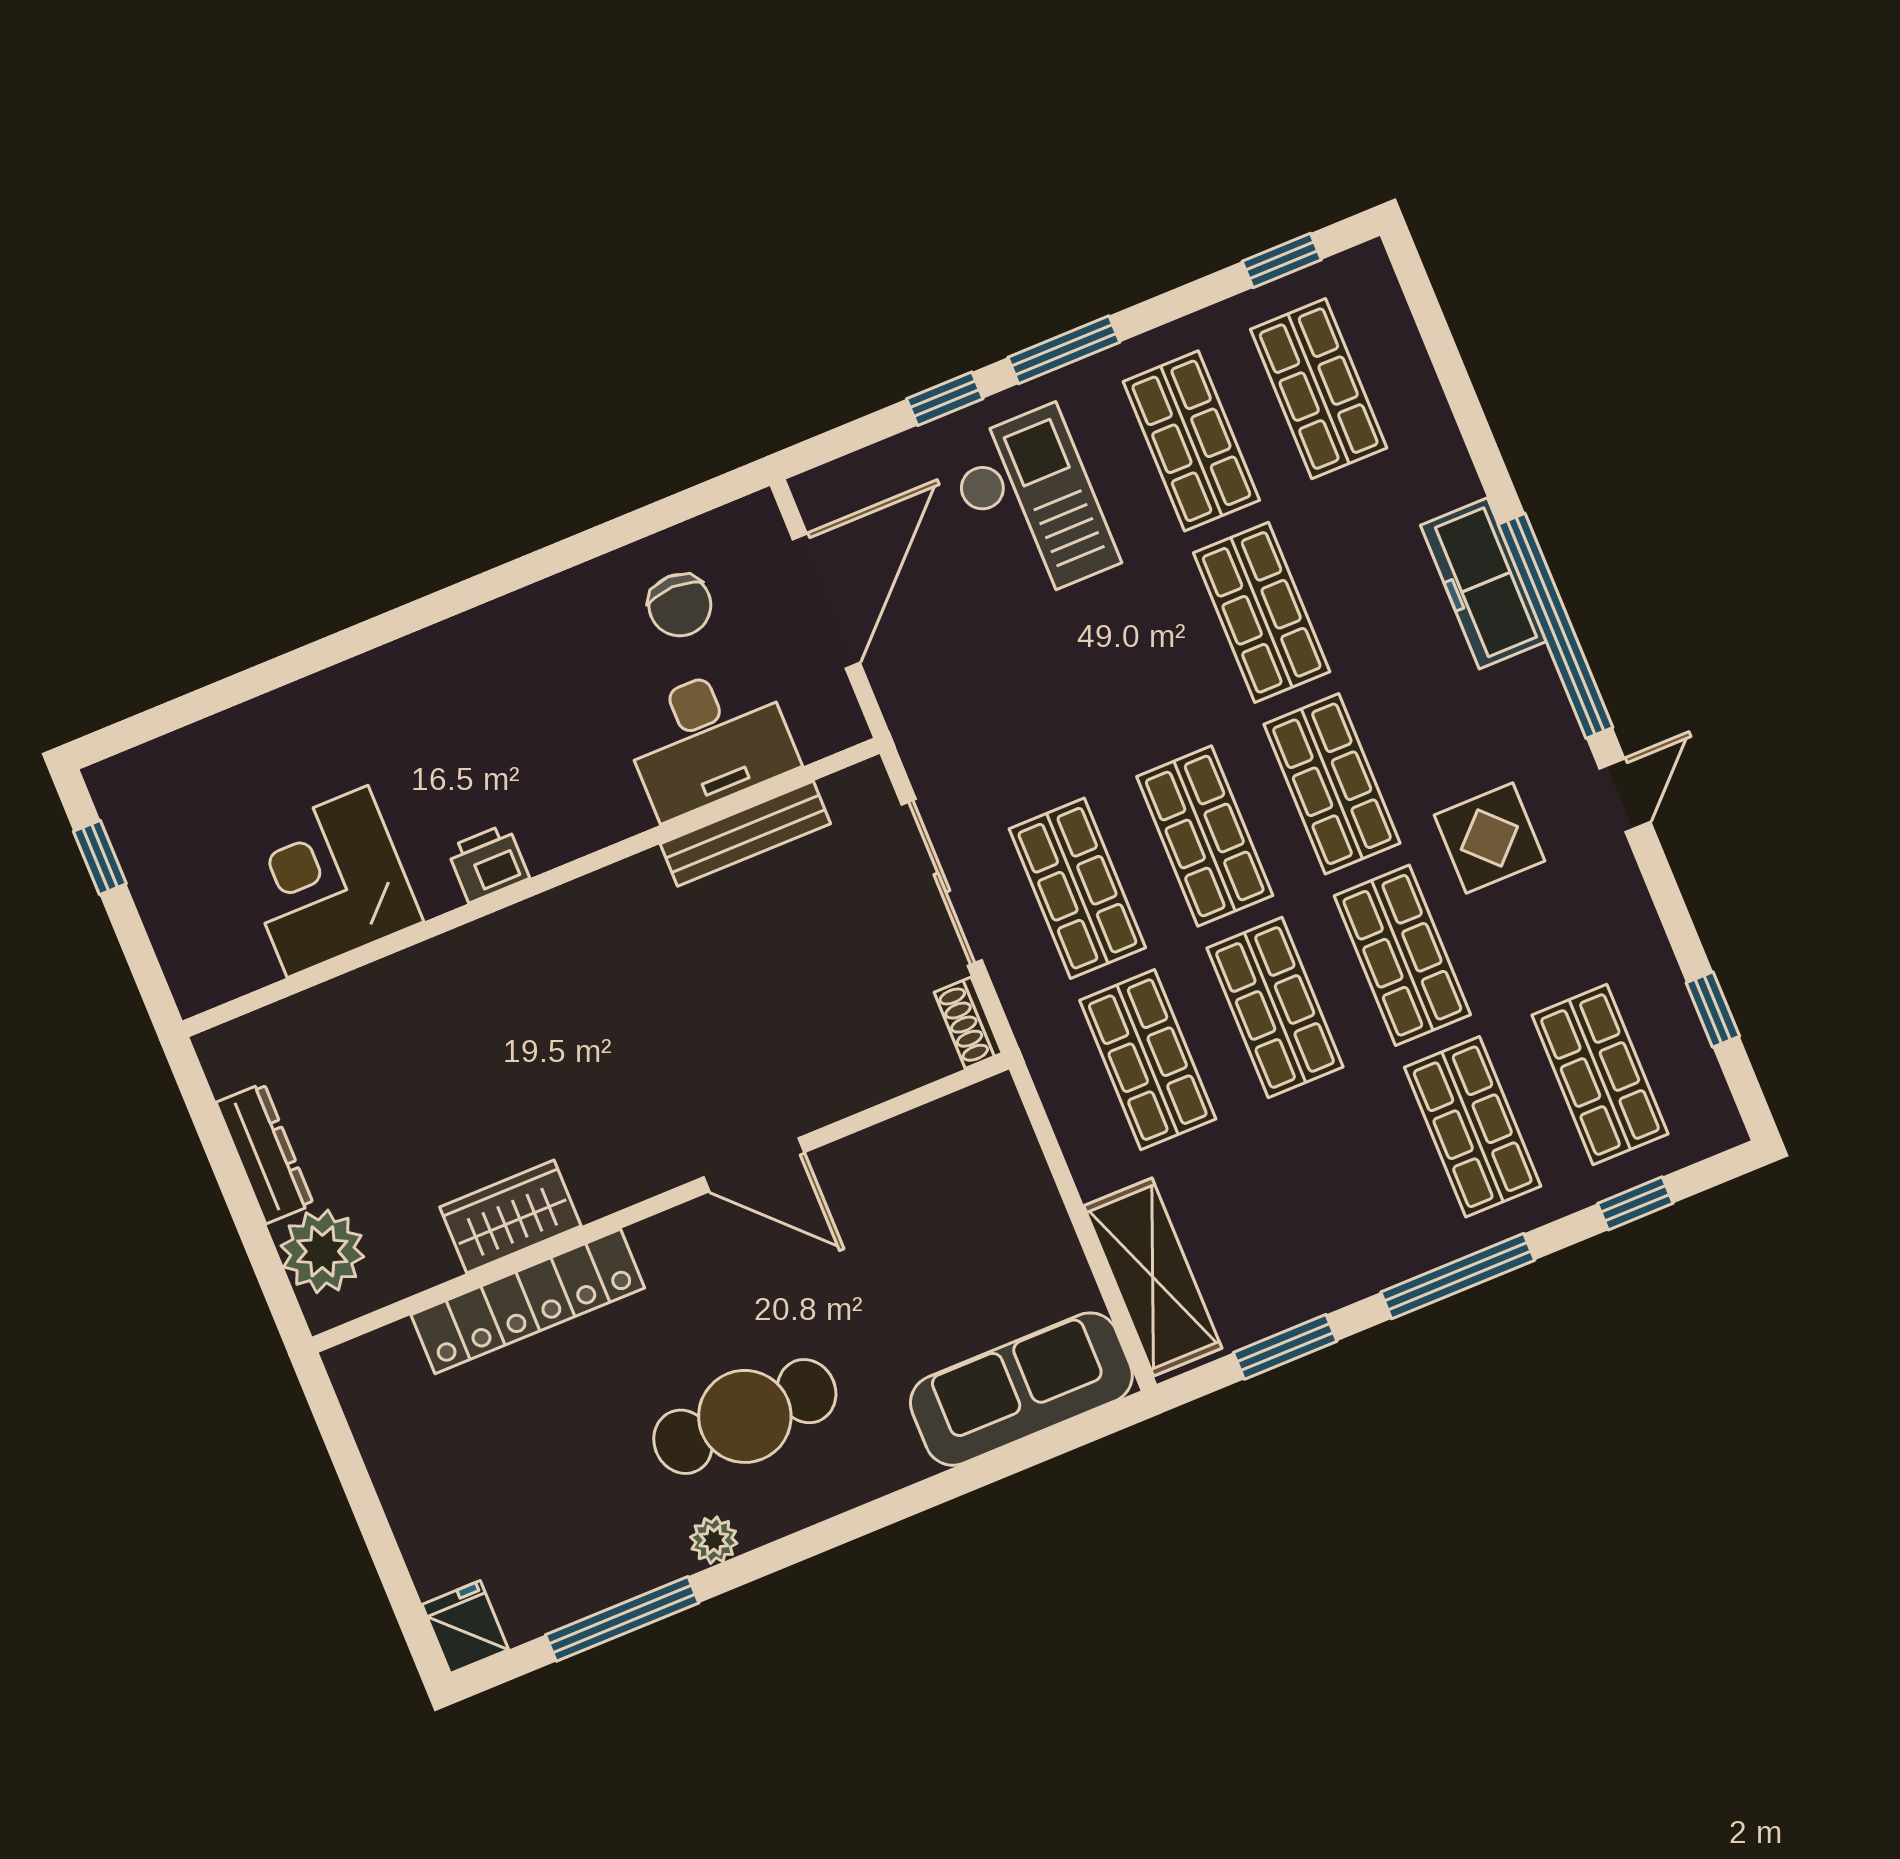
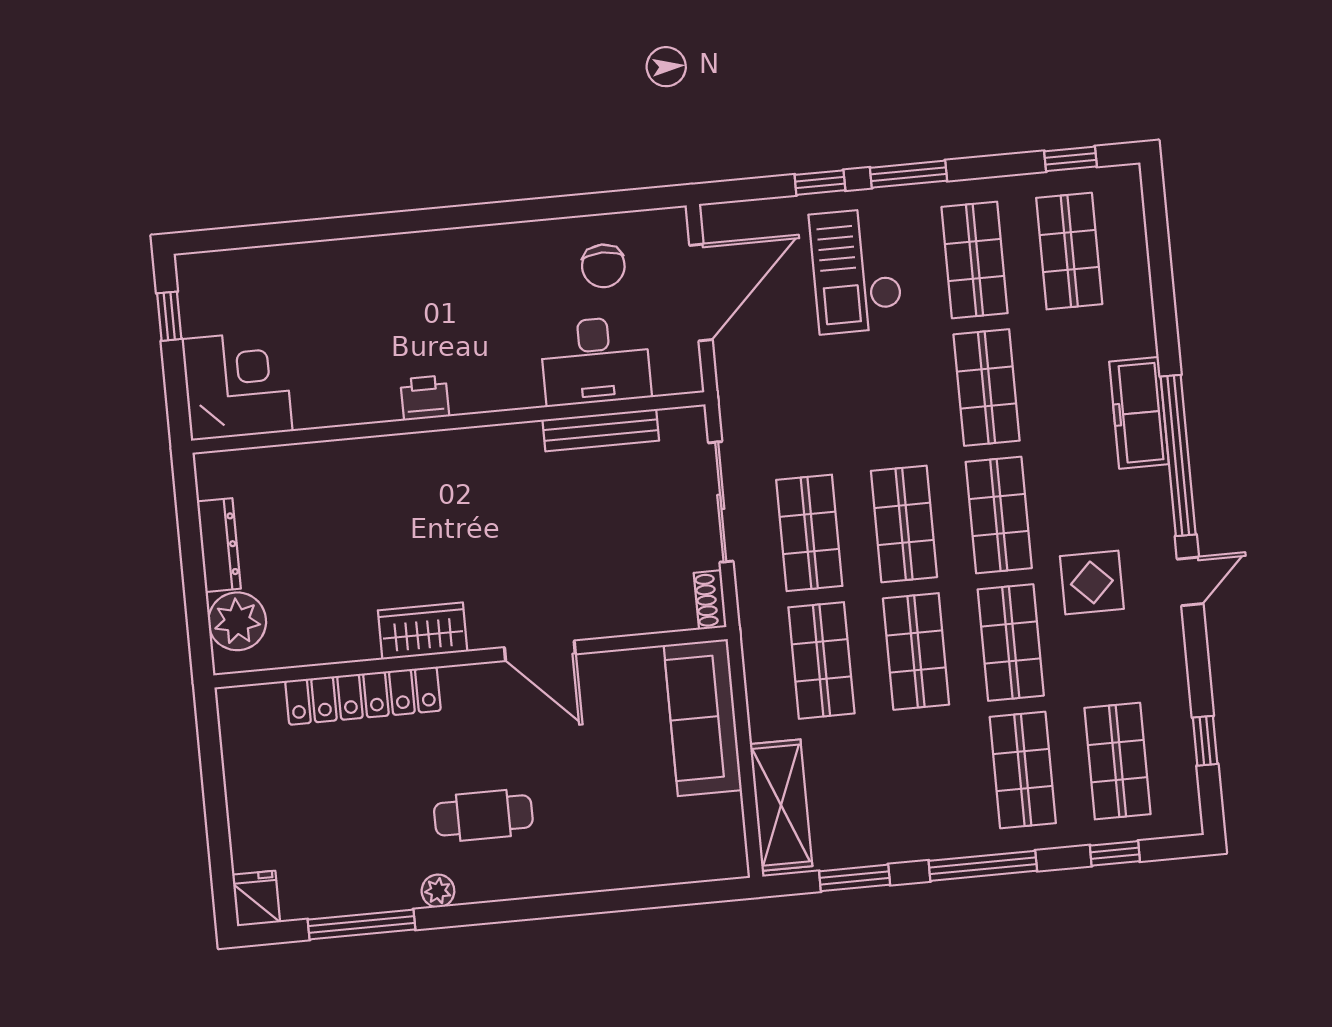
checkout: (1032, 505) -> (856, 271), turned 180
corner desk: (328, 881) -> (237, 385), moved, turned 90
wardrobe: (510, 1216) -> (423, 631), moved
sofa: (1021, 1389) -> (703, 718), moved, turned -90
cafe table: (745, 1416) -> (483, 815), width x0.73, depth x0.74

